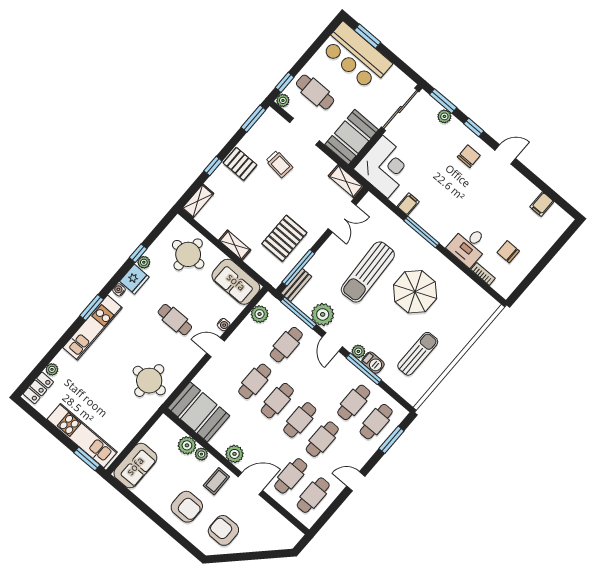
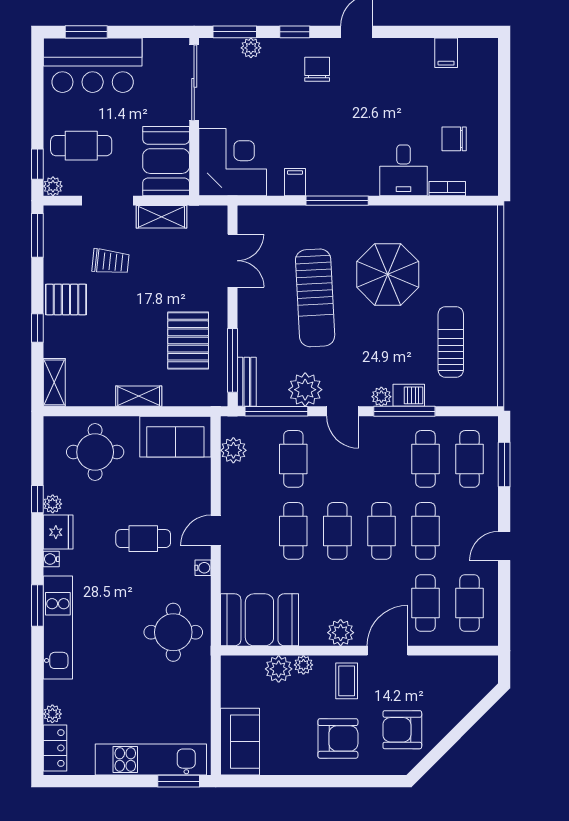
shelving: (346, 181) -> (162, 217), moved
water cooler: (224, 325) -> (203, 568), moved

